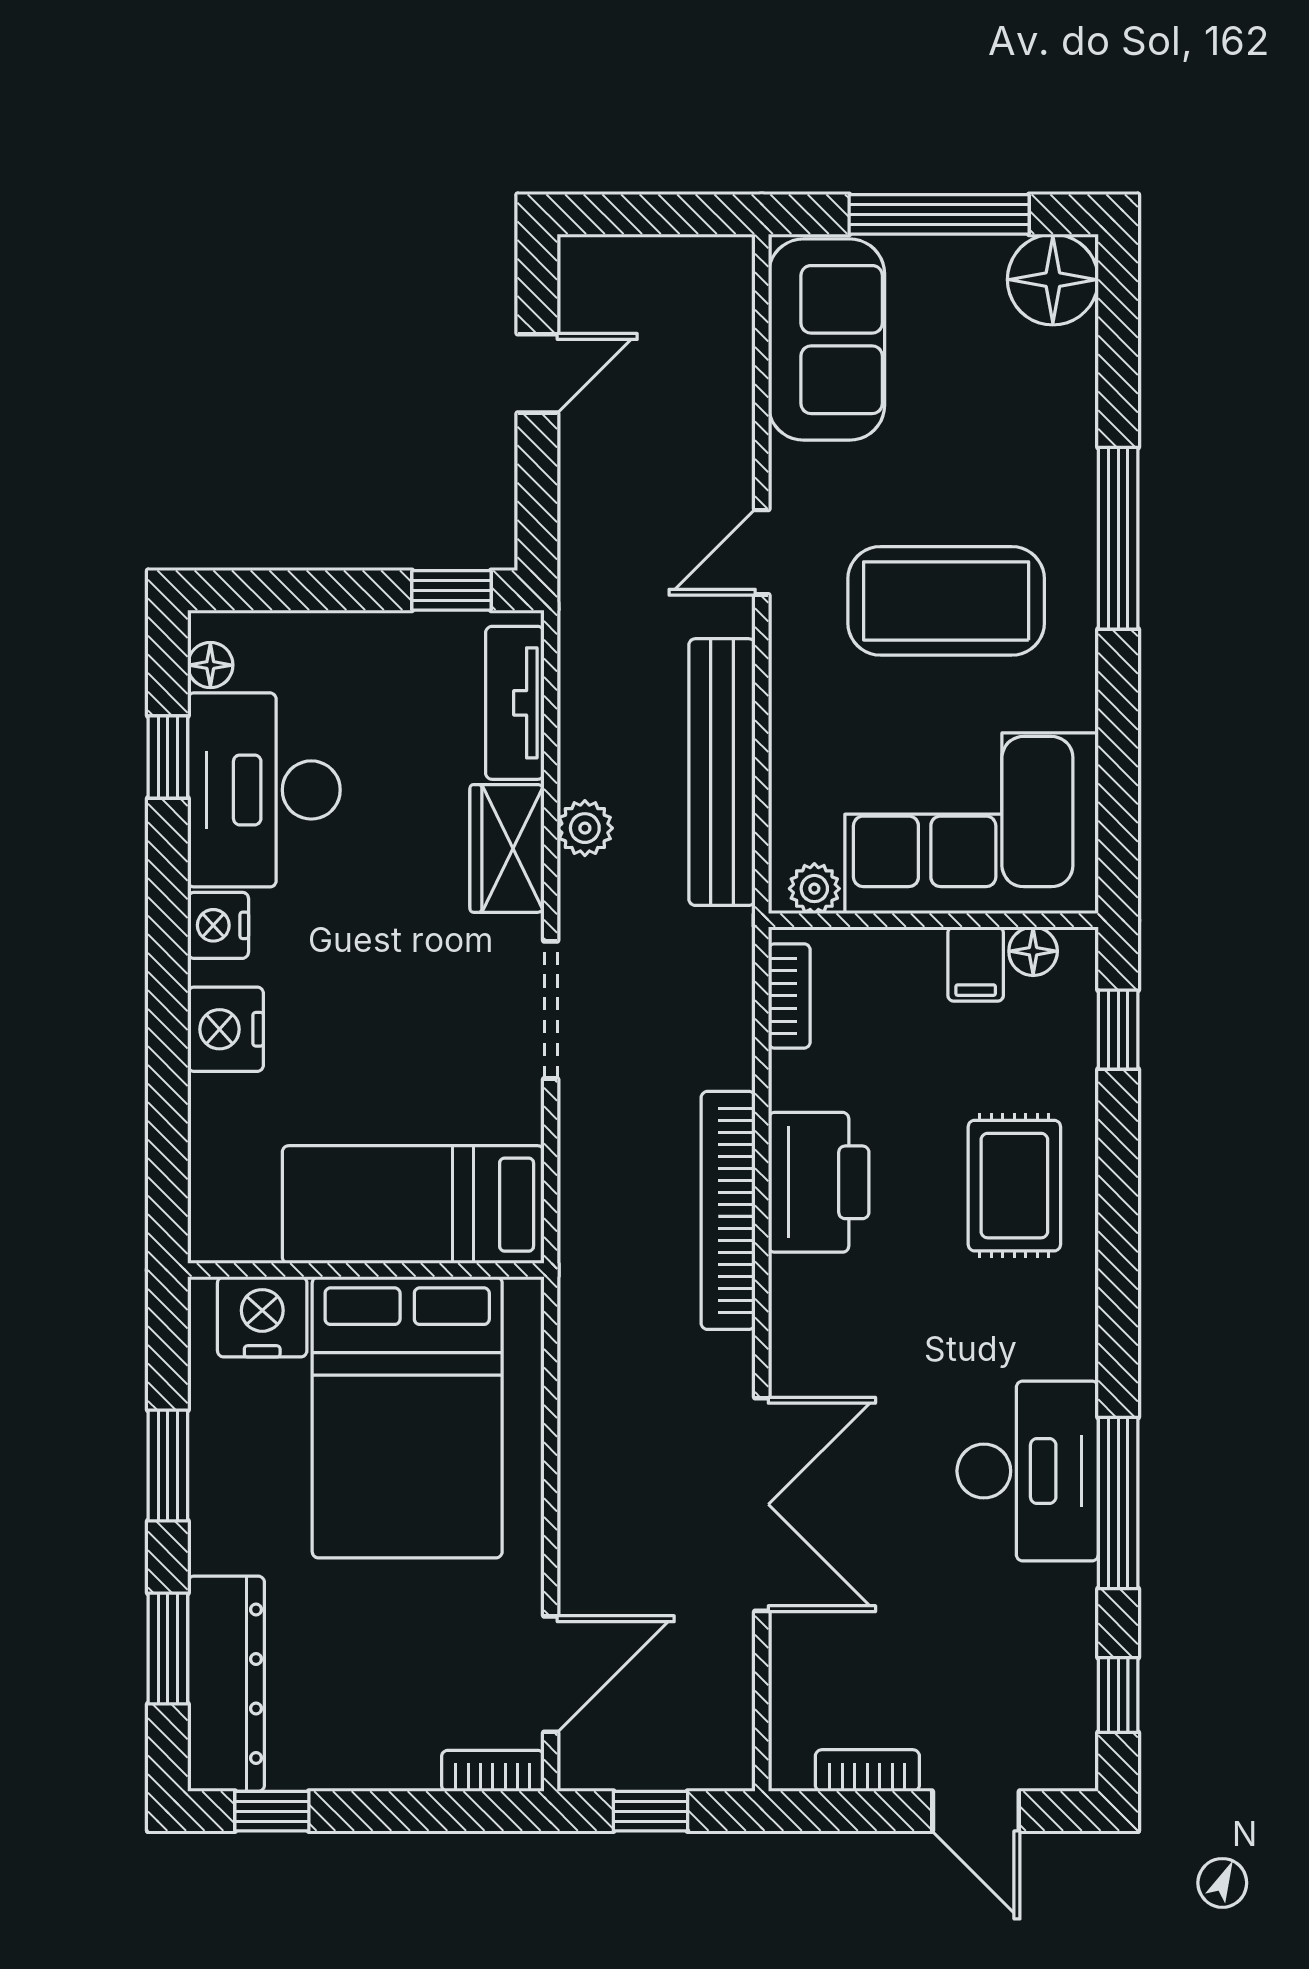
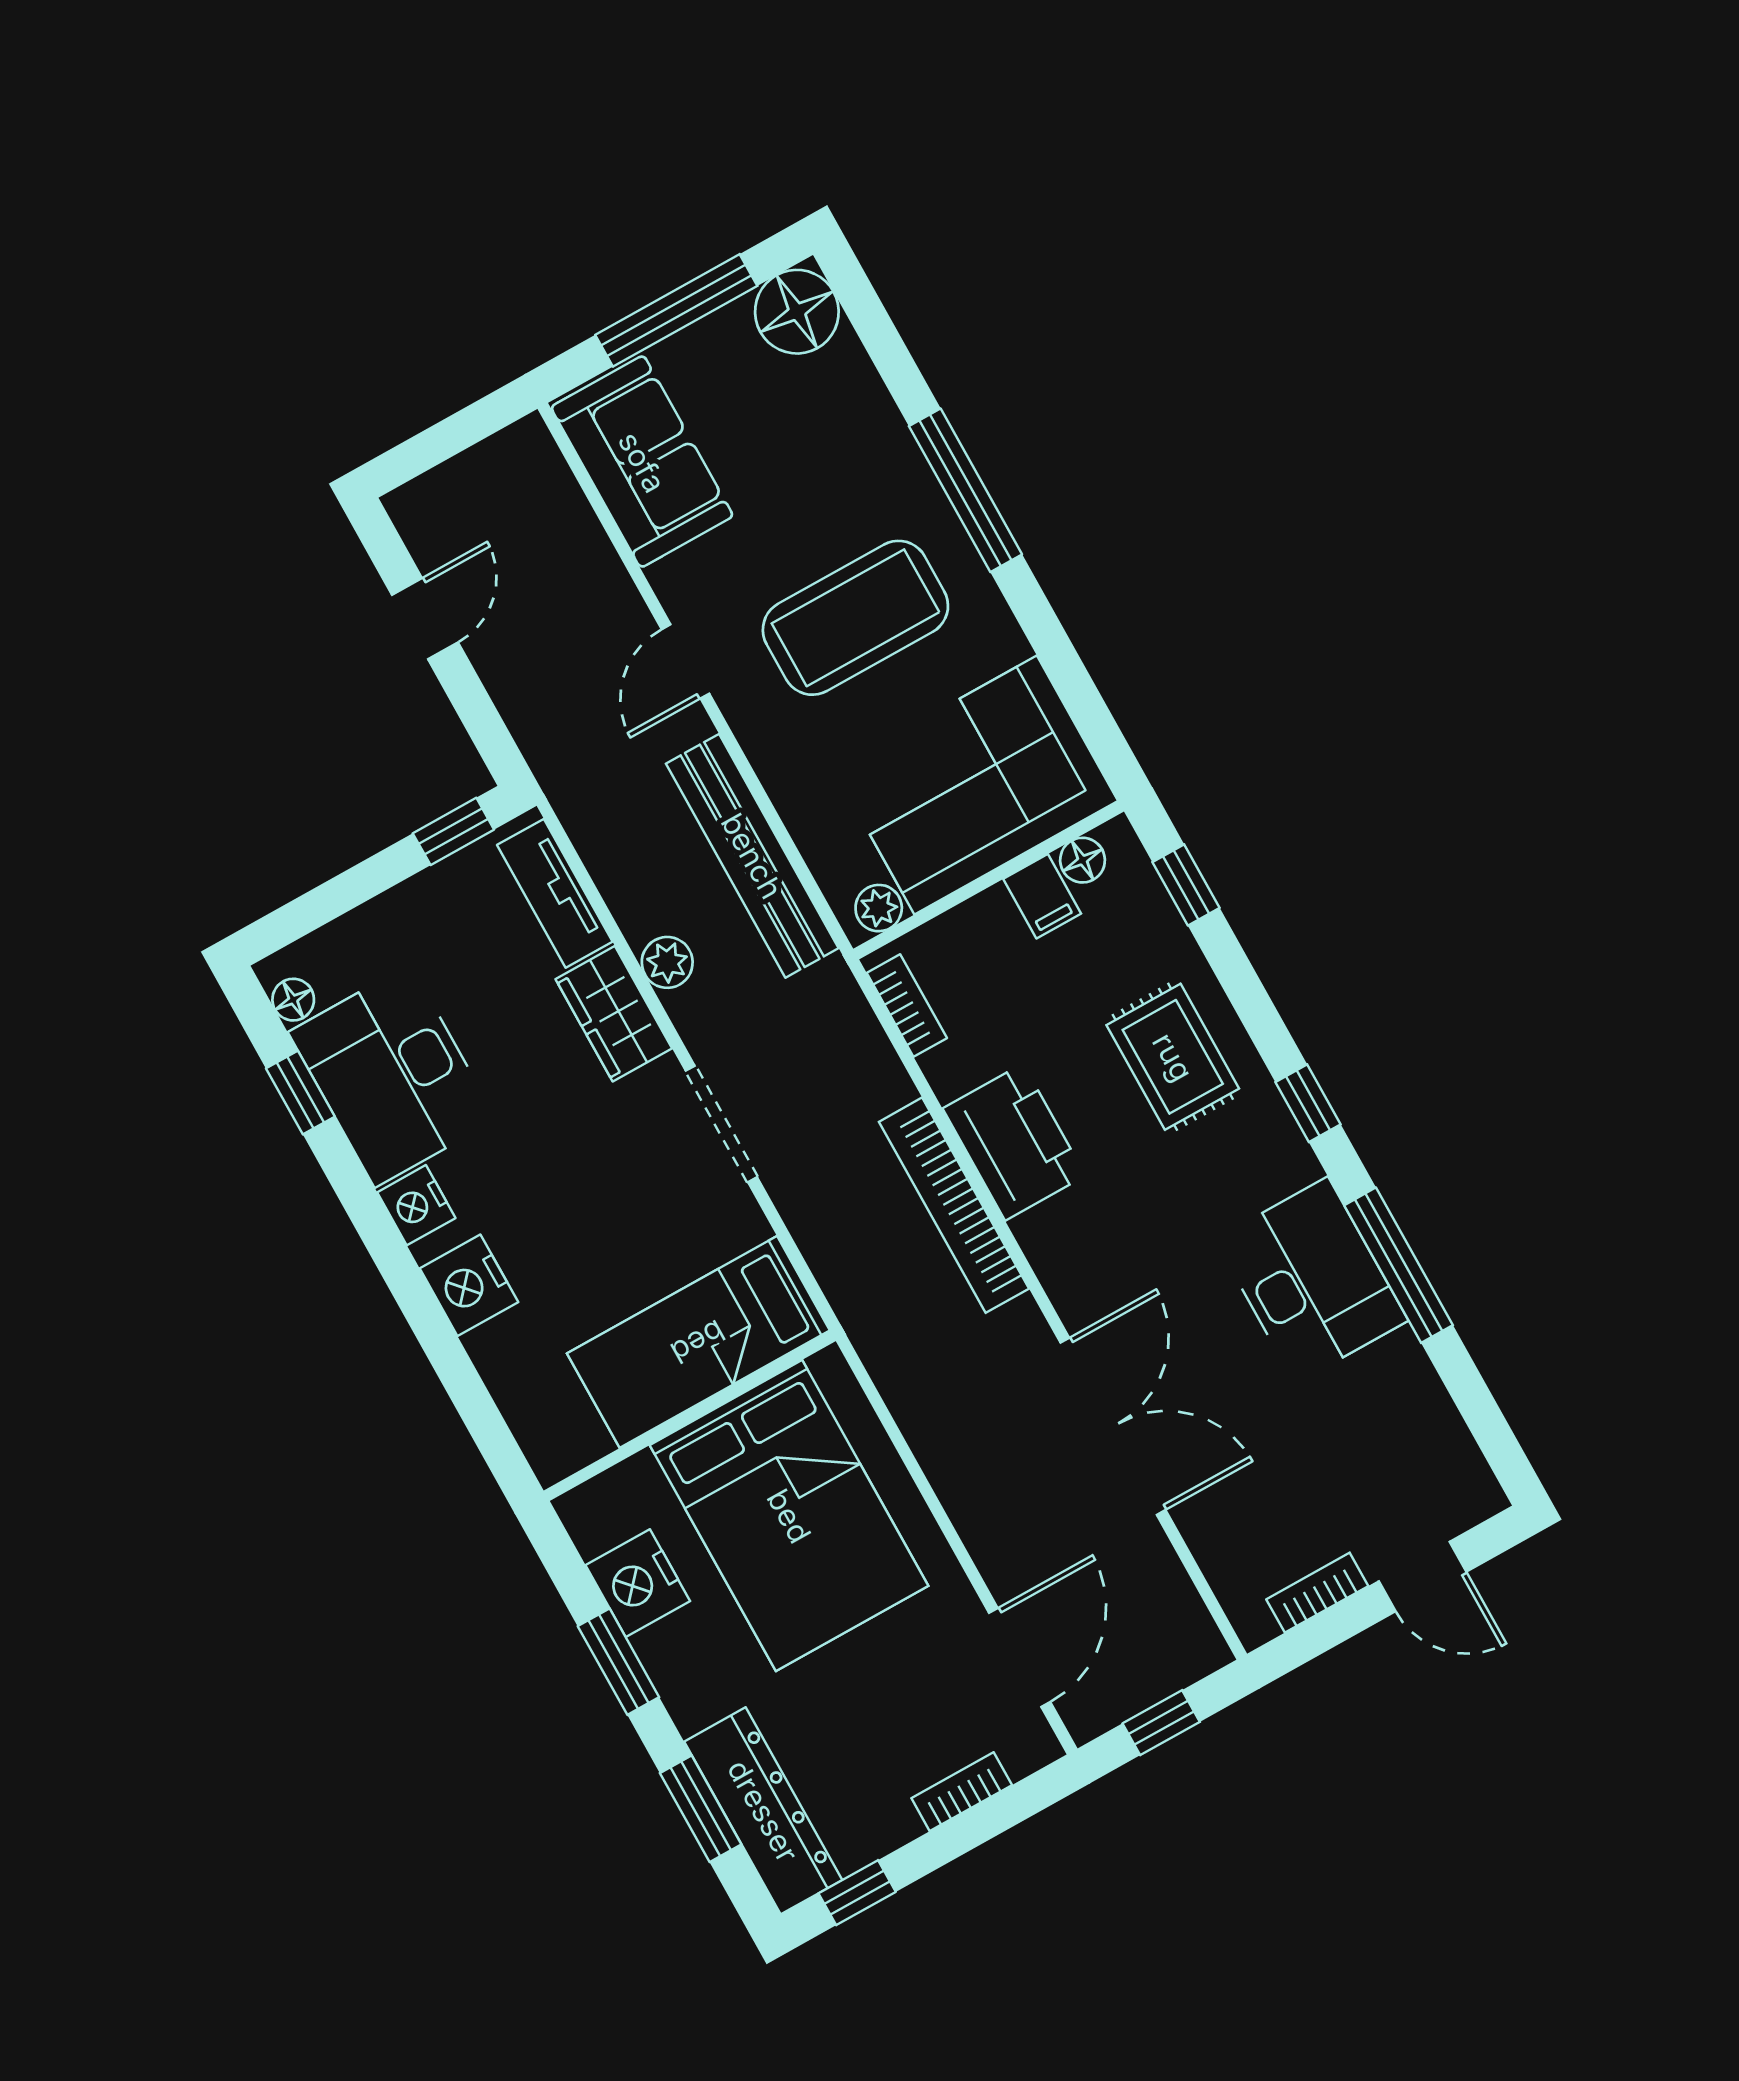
nightstand: (262, 1317) -> (638, 1583), moved, turned -90
window: (1118, 1695) -> (1308, 1103), moved
bookcase: (493, 1771) -> (962, 1792), moved

